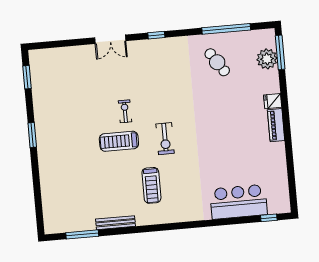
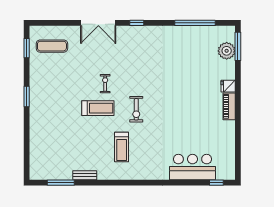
double door: (110, 39) -> (98, 23), width x1.37
cafe table: (217, 62) -> (185, 50), removed
exercise mat: (57, 72) -> (52, 46), added
treadmill: (119, 141) -> (98, 108), turned 180
bench: (116, 223) -> (85, 175), width x0.73

